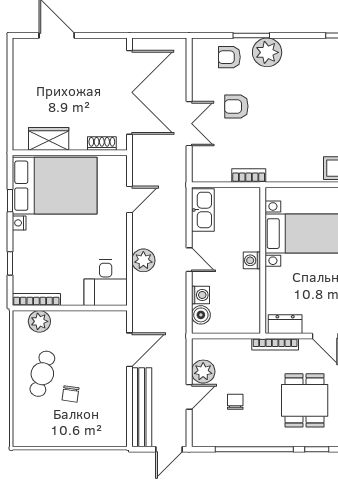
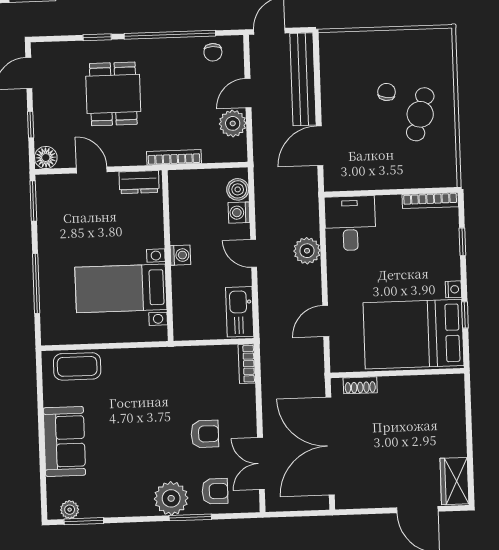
double door: (189, 124) -> (261, 464), moved
wardrobe: (49, 139) -> (454, 481), moved, turned 90
bookcase: (249, 176) -> (247, 364), moved, turned 90
plant: (39, 321) -> (426, 175), removed
bookcase: (275, 344) -> (174, 157), moved
chair: (235, 402) -> (213, 52), moved

